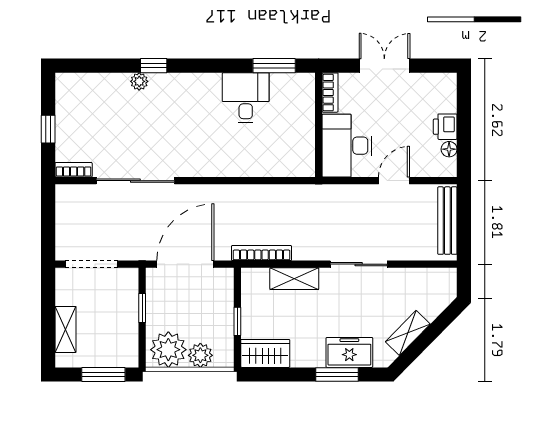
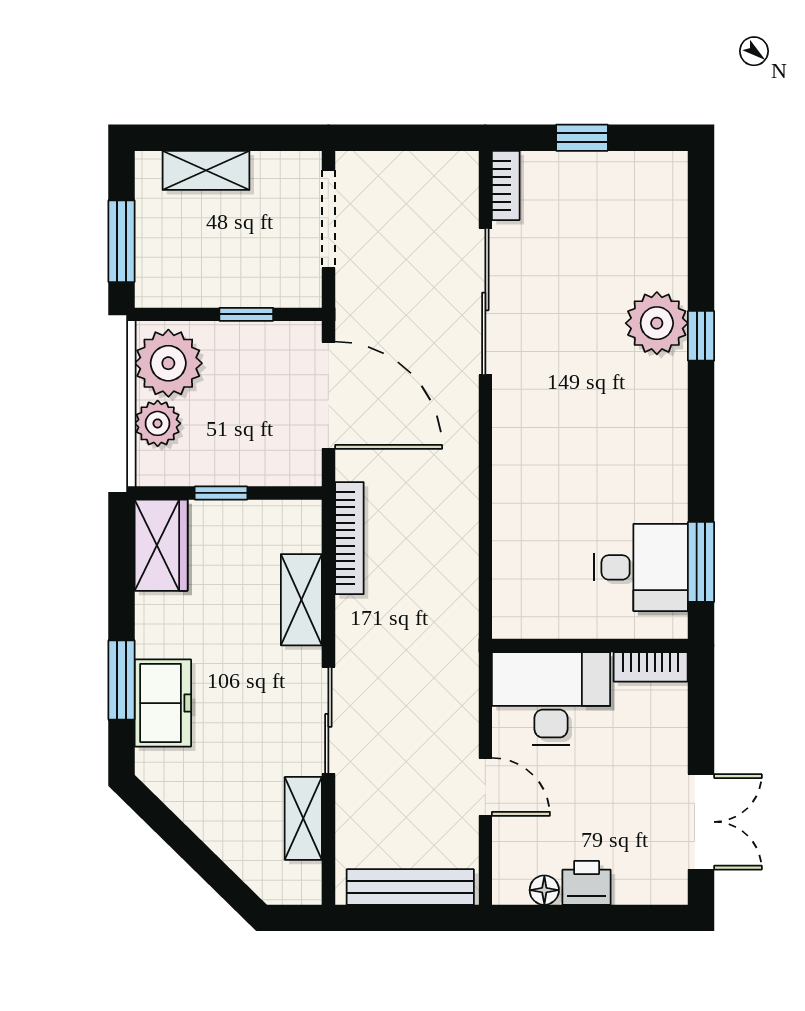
double door: (384, 66) -> (701, 822), moved
plant: (139, 81) -> (657, 323), width x1.88, depth x1.88
desk: (246, 98) -> (641, 567), moved
shelving: (408, 333) -> (303, 818), moved, turned 46

